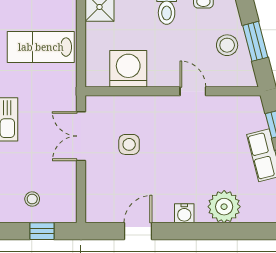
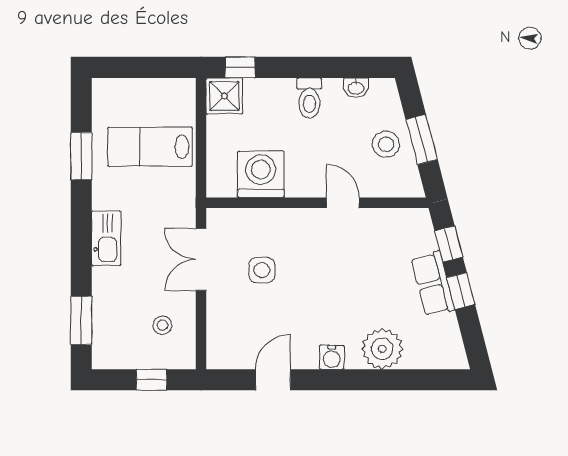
stool: (32, 199) -> (163, 325), moved

